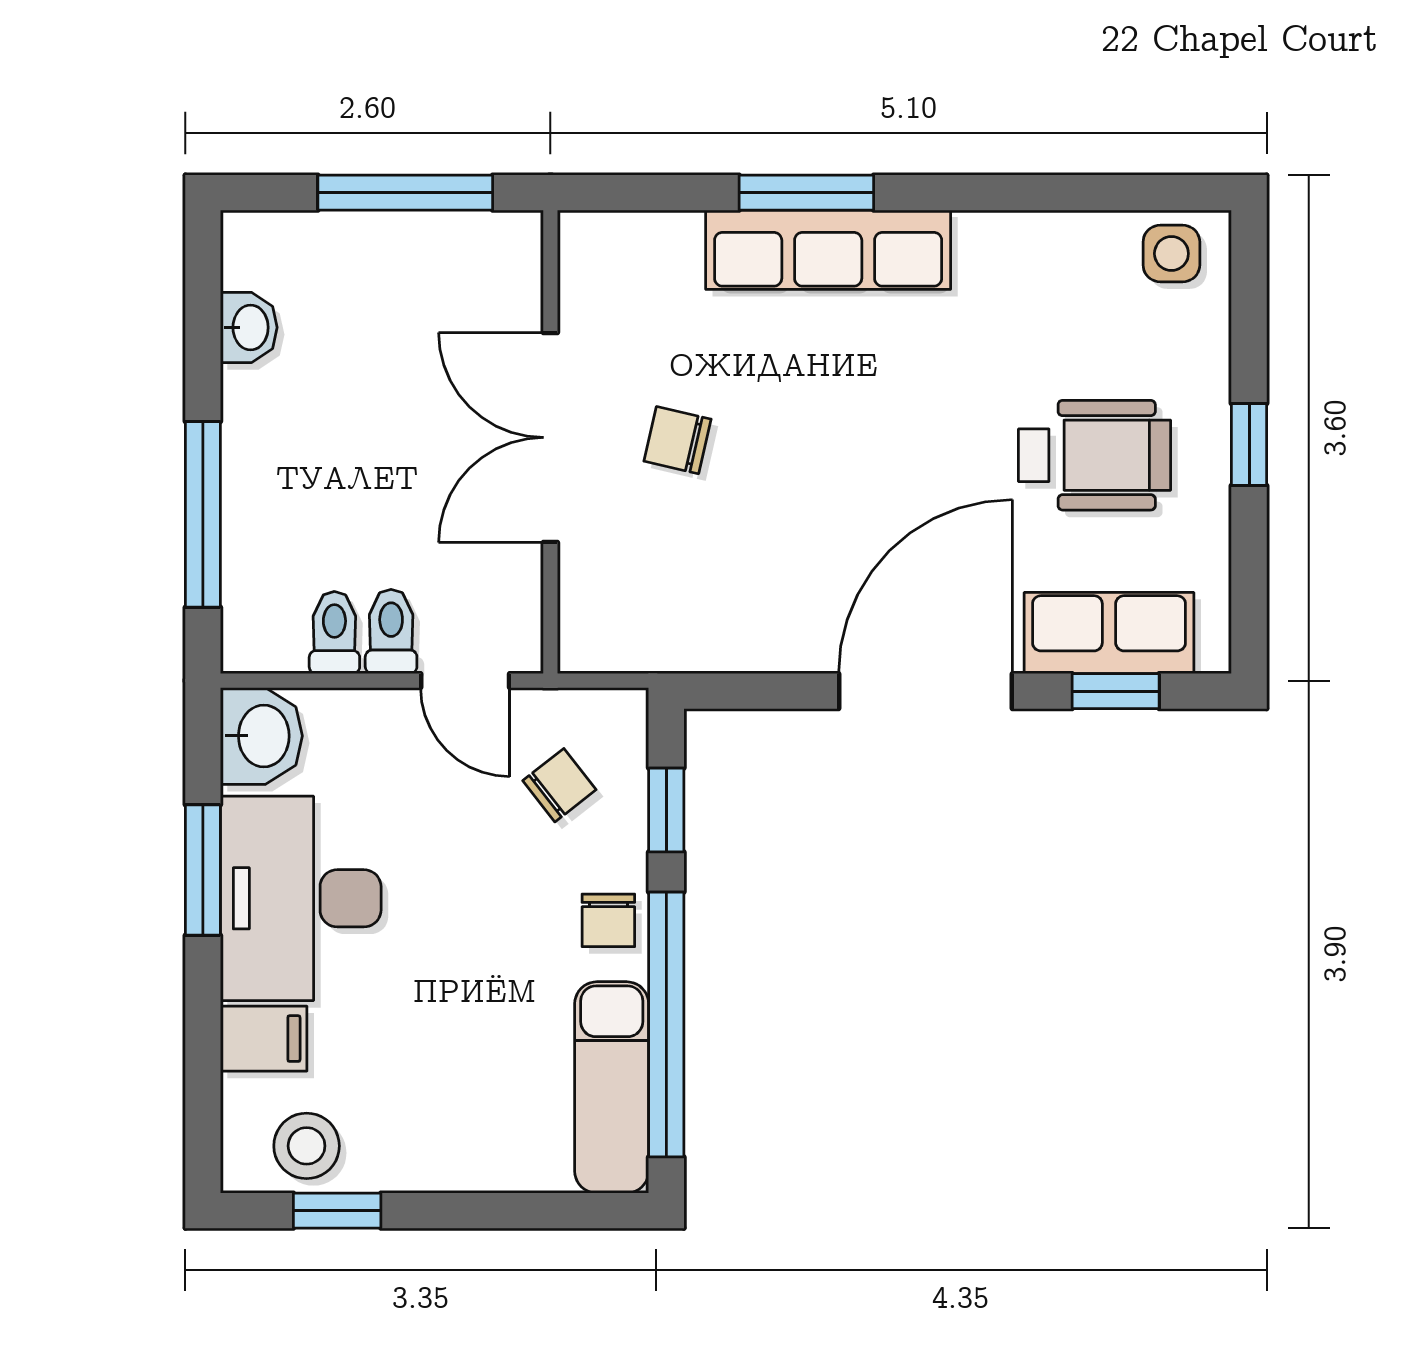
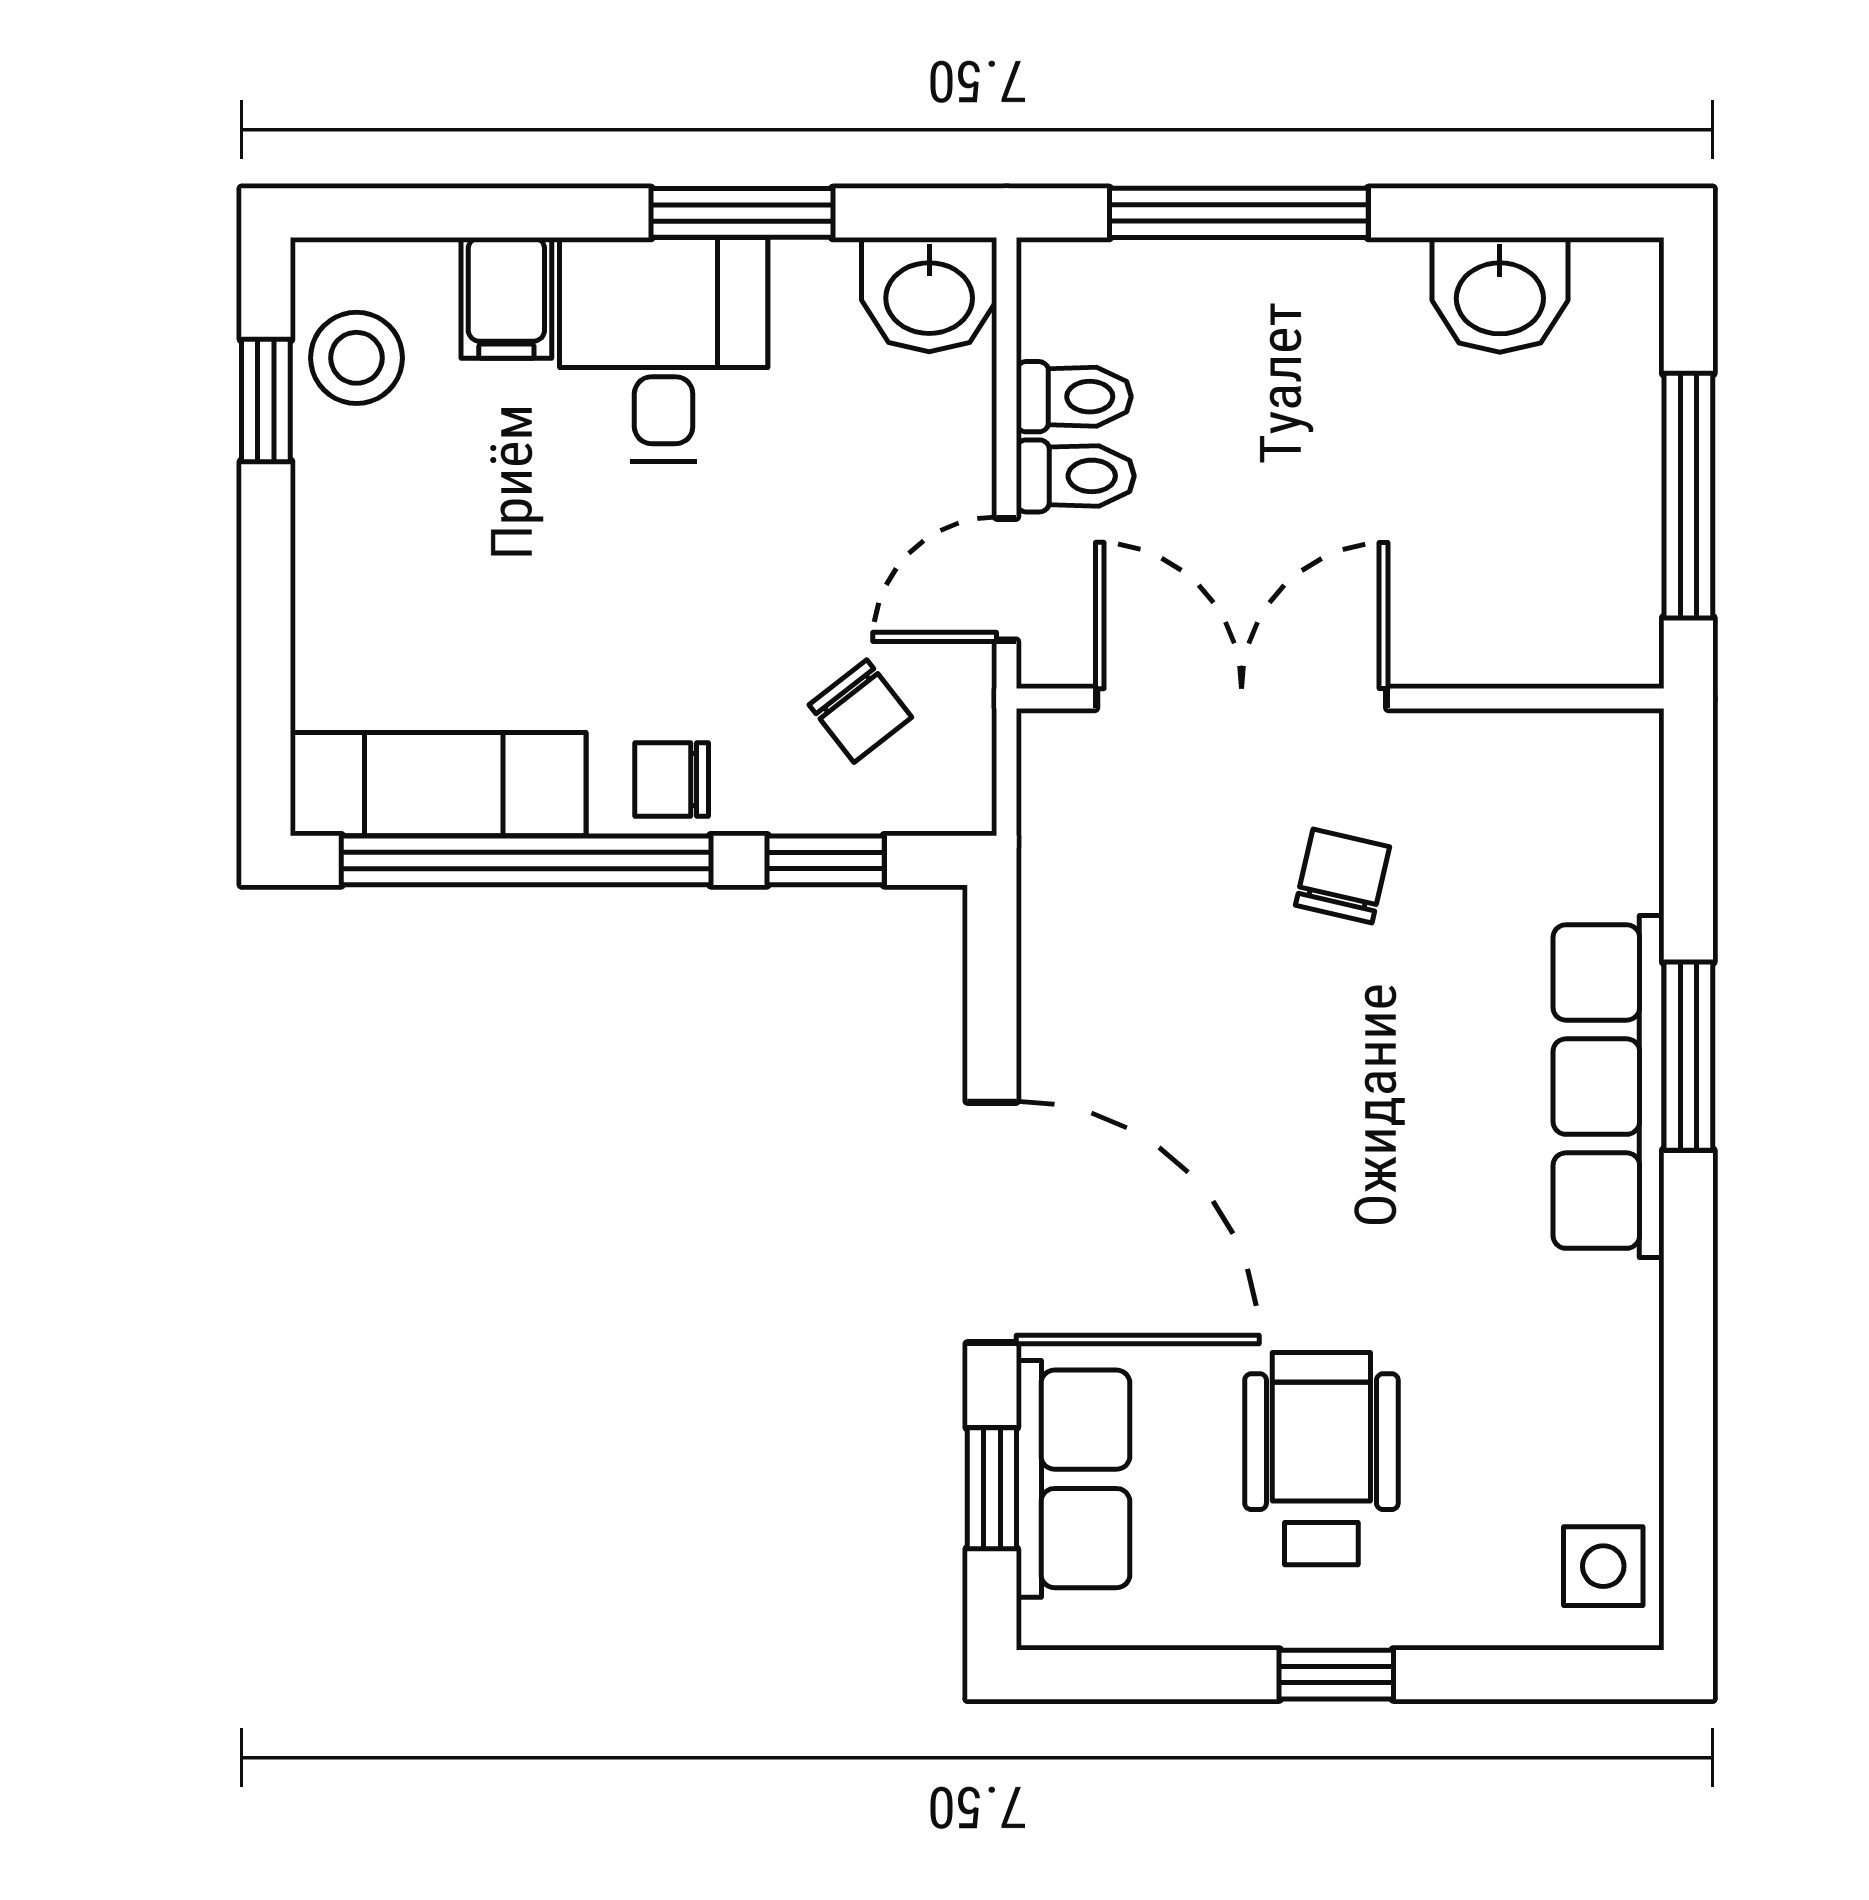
washbasin: (249, 327) -> (1500, 295), width x1.38, depth x1.45
double door: (550, 437) -> (1242, 698), moved
wheelchair: (1095, 455) -> (1321, 1459), turned 180
desk: (301, 898) -> (664, 350), width x0.73

